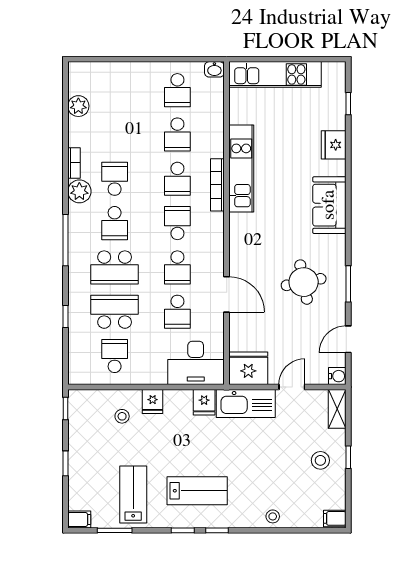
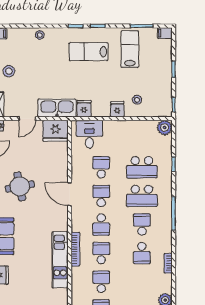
plant: (79, 191) -> (165, 128), moved
school desk: (115, 267) -> (142, 196), turned 180
door: (227, 294) -> (70, 194), moved
school desk: (115, 356) -> (142, 139), removed
desk: (196, 363) -> (89, 134), width x0.73
lab bench: (133, 495) -> (130, 49), turned 180

